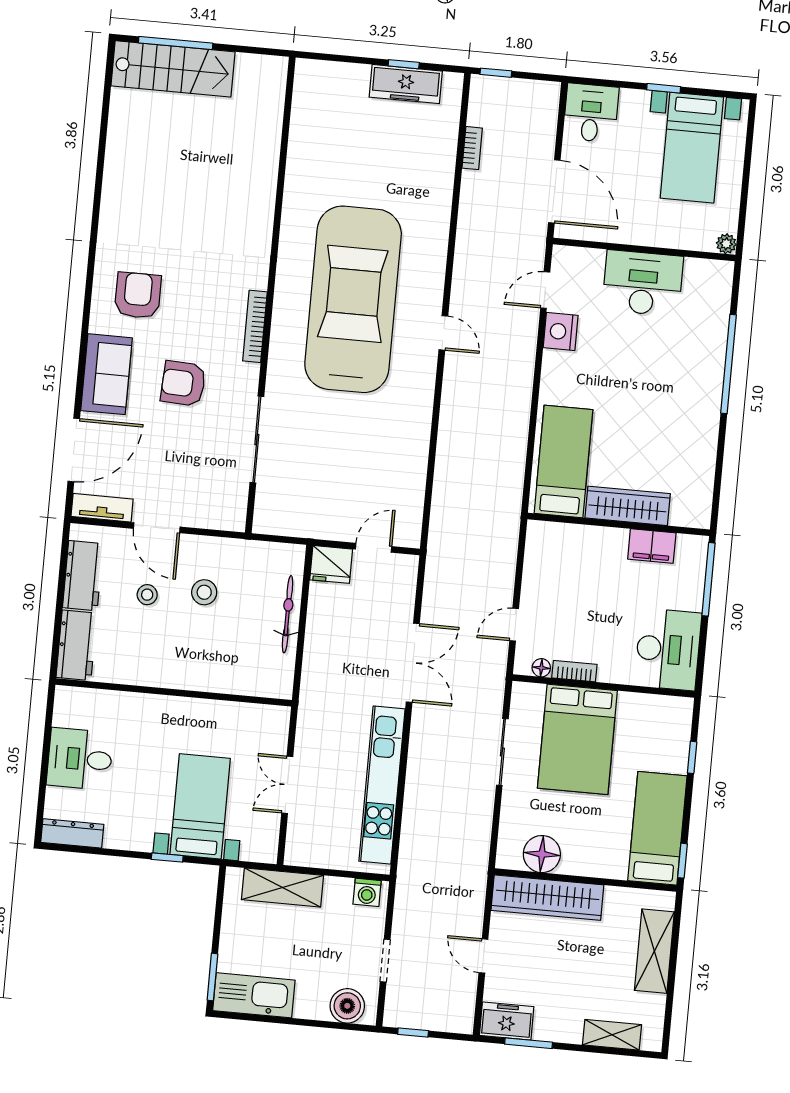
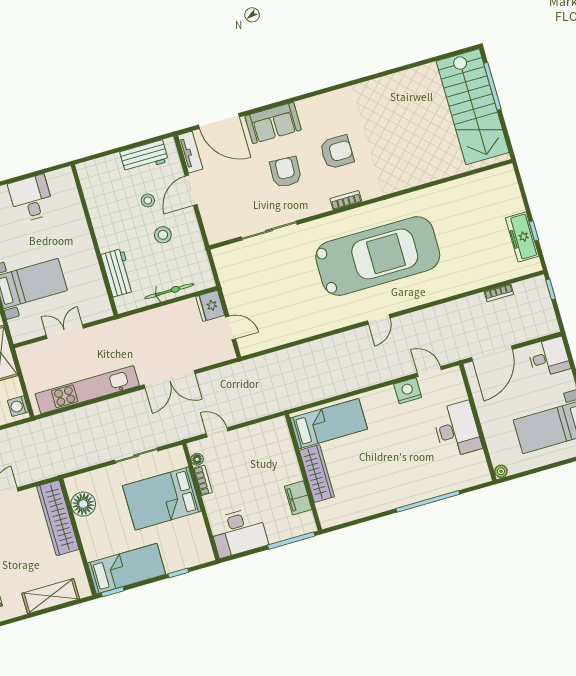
stairs: (173, 69) -> (473, 107), width x1.36, depth x1.51
armchair: (138, 295) -> (337, 152), moved
bookcase: (255, 326) -> (346, 200), width x0.64
workbench: (77, 645) -> (118, 273), moved, turned -90

